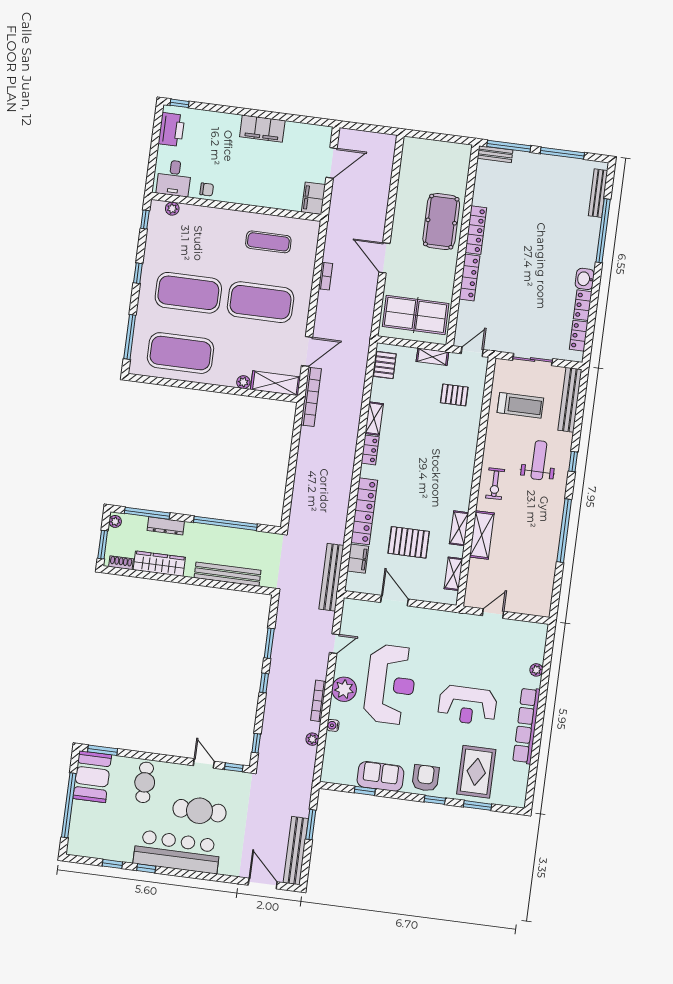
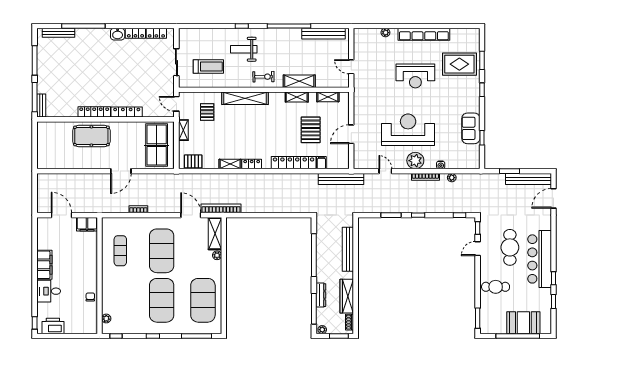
desk: (174, 178) -> (49, 291), moved, turned 180
bench: (570, 400) -> (324, 34), moved
treadmill: (520, 405) -> (208, 66), turned 90
shelving: (467, 453) -> (245, 98), added
filing cabinet: (358, 559) -> (321, 163), width x0.50
reception desk: (467, 705) -> (415, 76), turned 90
booth: (92, 777) -> (523, 323), moved
armchair: (425, 778) -> (468, 98), removed

